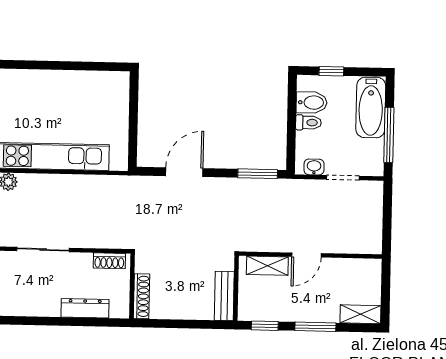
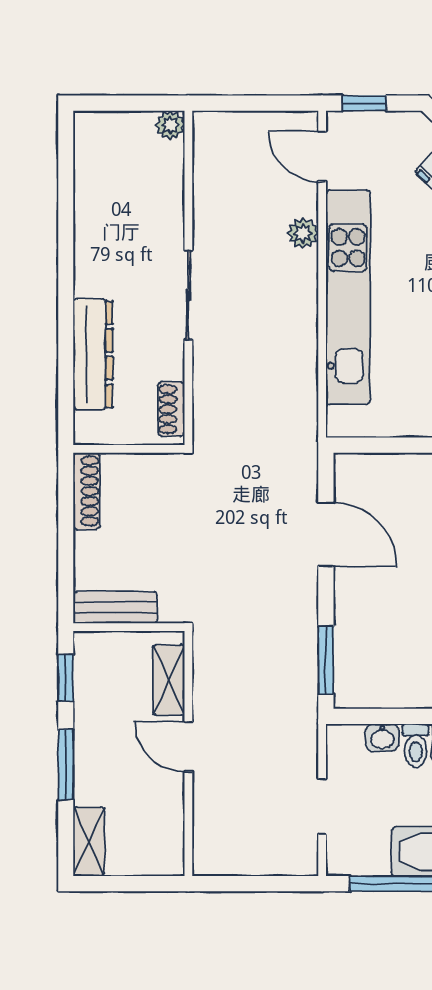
washbasin: (314, 167) -> (382, 737), moved, turned 90
shoe rack: (142, 296) -> (86, 491), moved, turned -90
dresser: (85, 308) -> (93, 354), width x1.37, depth x1.24

